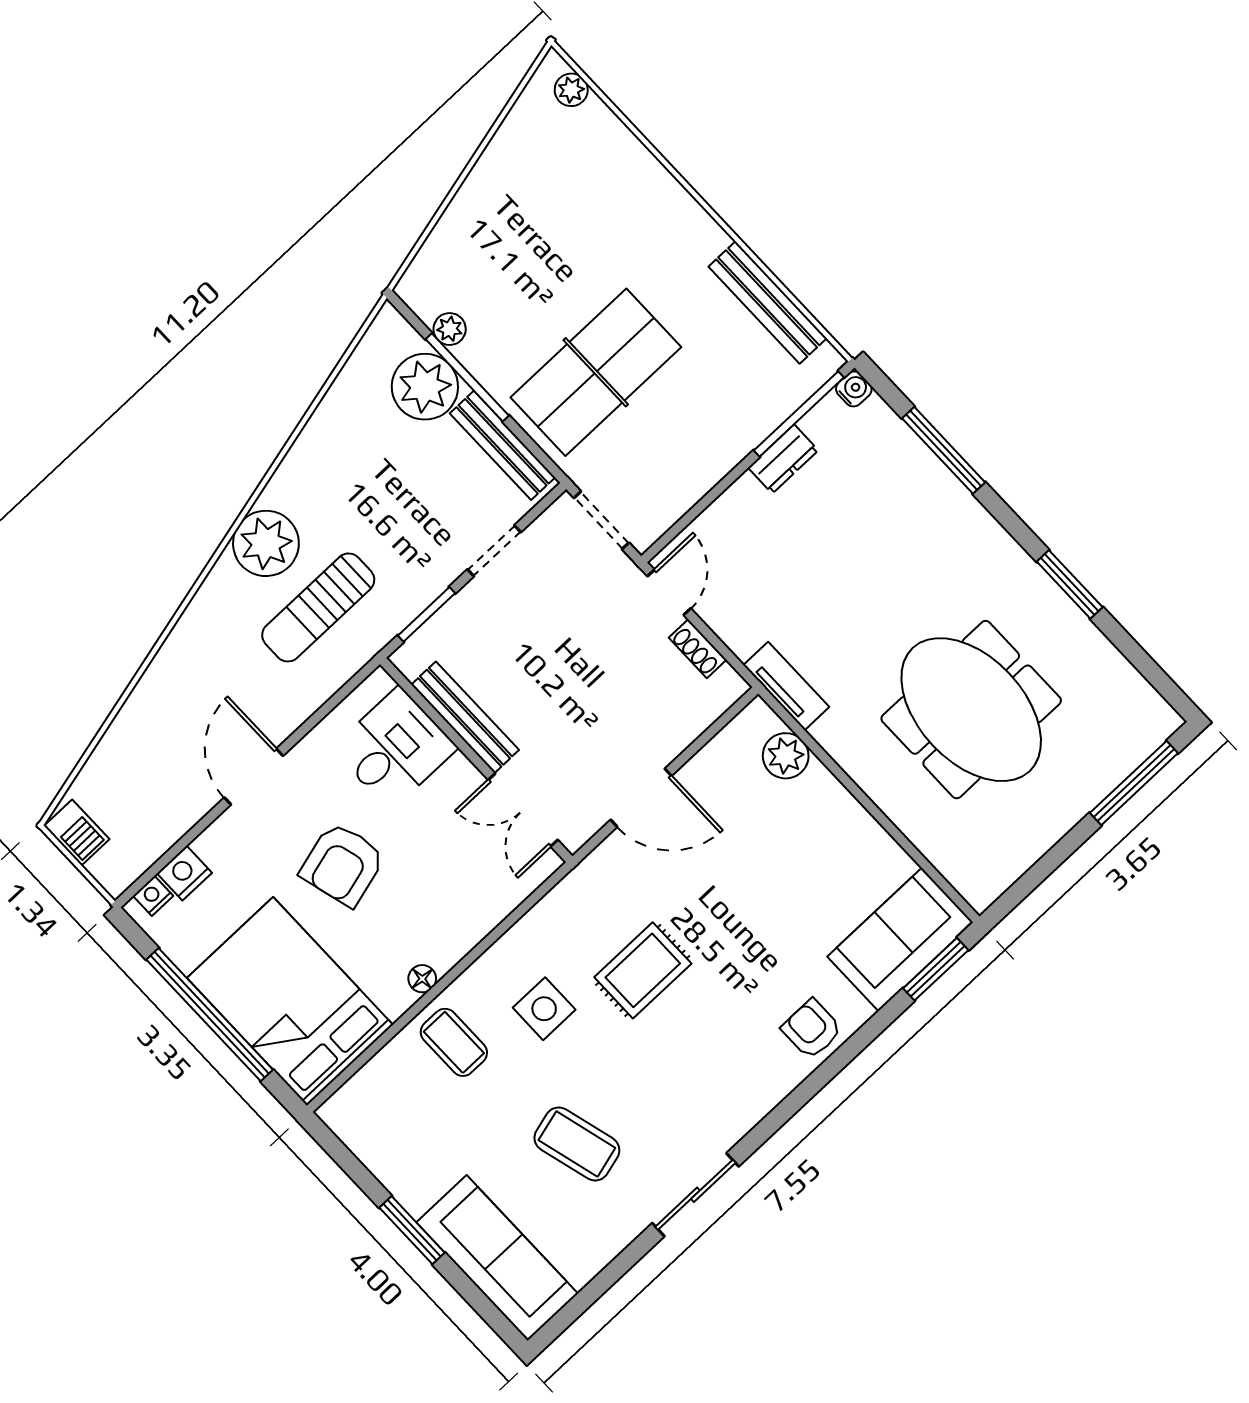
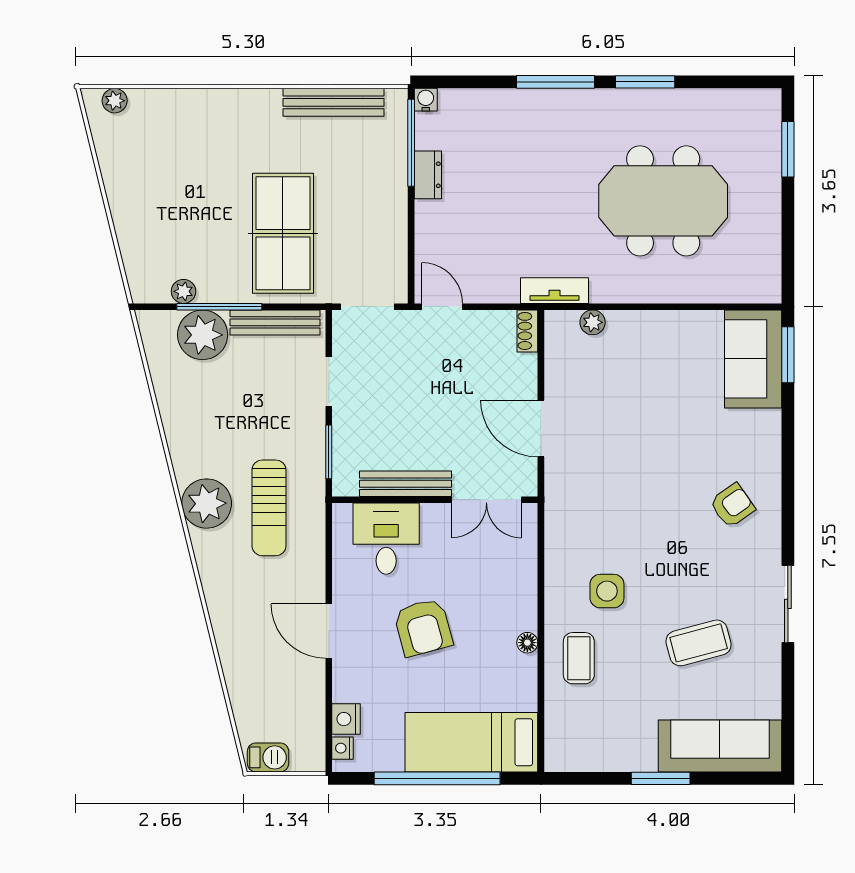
window: (944, 450) -> (555, 82), moved
shoe rack: (698, 649) -> (527, 331), moved, turned 90
plant: (786, 756) -> (593, 322), width x0.73, depth x0.73
window: (1134, 783) -> (788, 149), width x0.69
door: (641, 798) -> (541, 429), swing flipped
rug: (643, 970) -> (637, 517), removed
bed: (290, 1001) -> (471, 742), width x0.67
armchair: (812, 1029) -> (732, 505), moved, turned 145
coffee table: (454, 1042) -> (579, 658), turned 90

